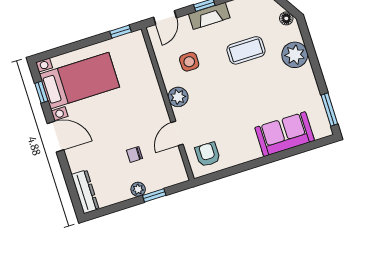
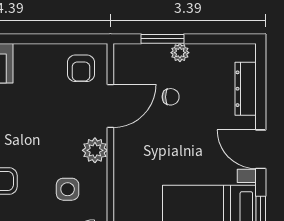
door: (177, 133) -> (110, 106), width x1.37
dresser: (85, 192) -> (246, 89), moved
window: (154, 195) -> (163, 39), width x1.50

